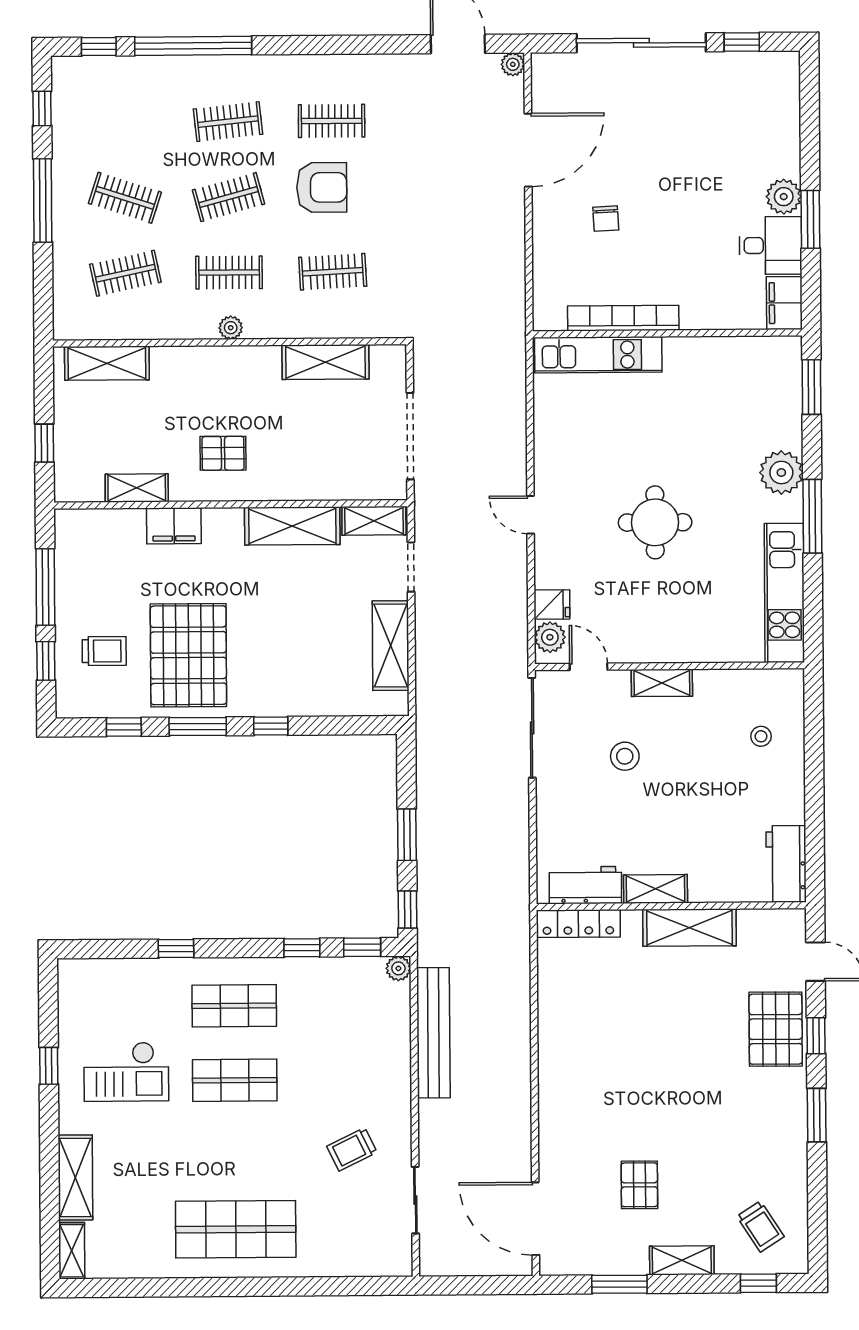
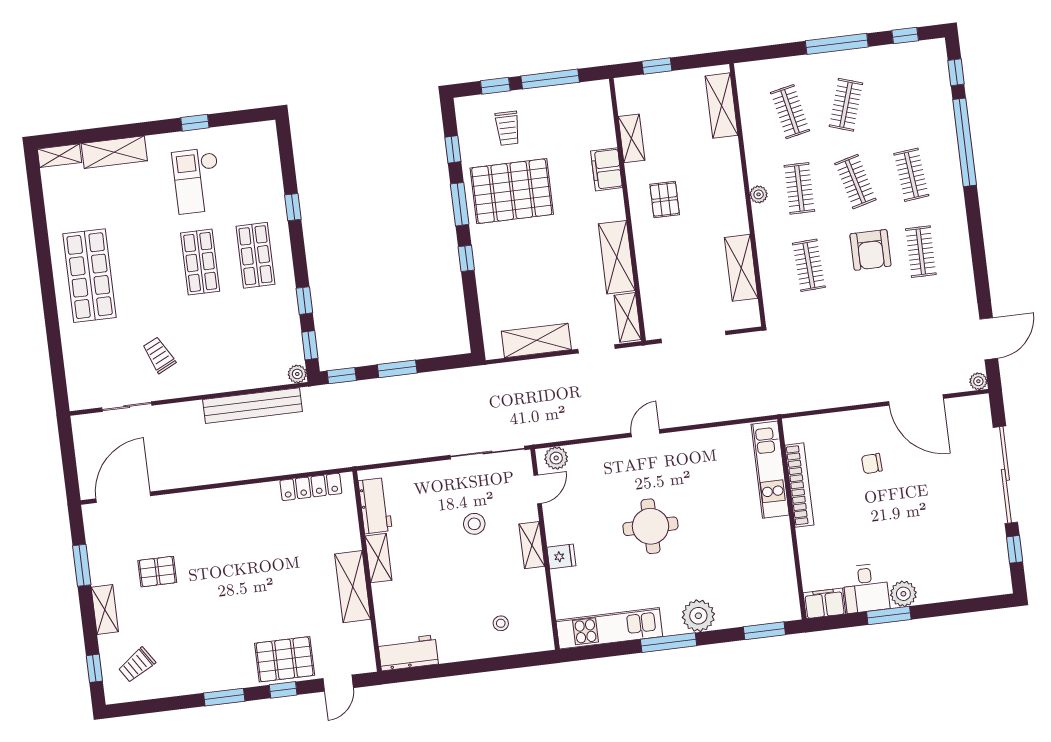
fridge: (552, 605) -> (561, 556), moved, turned -90
locker: (578, 924) -> (311, 487), moved, turned -90

